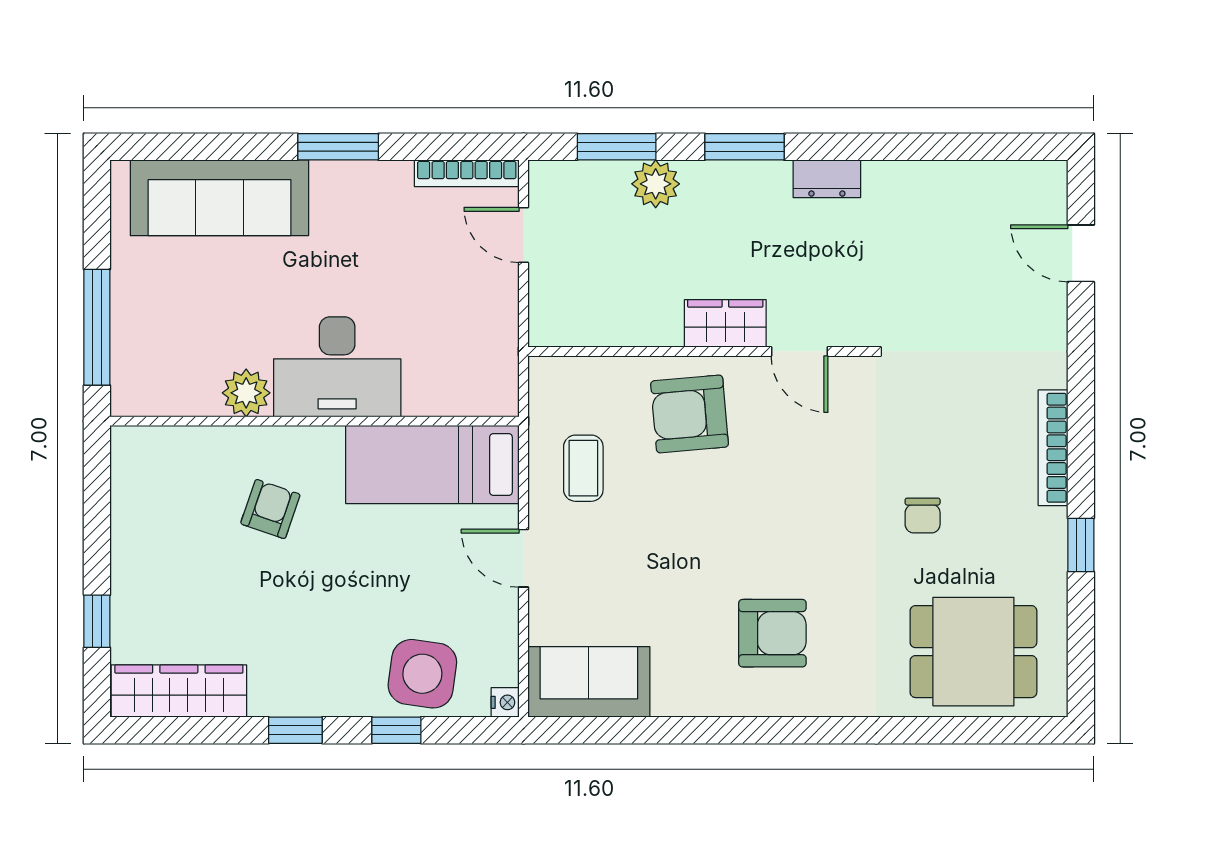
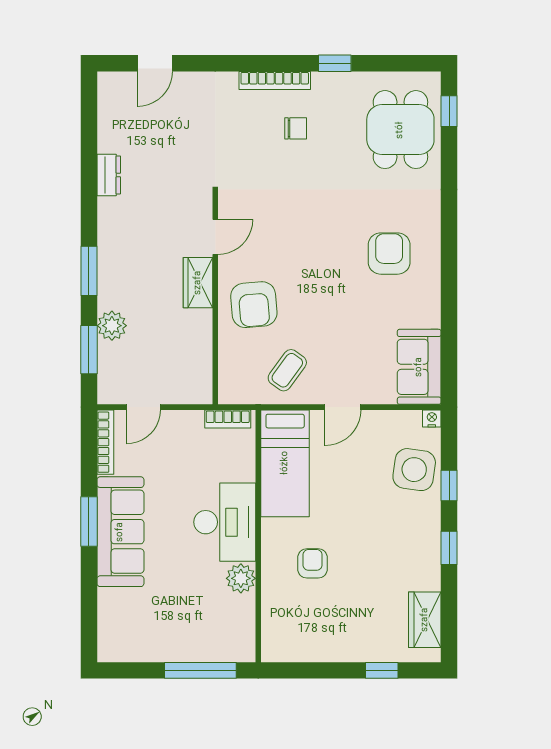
dresser: (827, 179) -> (109, 175), moved
sofa: (219, 198) -> (120, 532), moved
bookcase: (504, 372) -> (228, 419), added
coffee table: (583, 468) -> (287, 370), turned -54
armchair: (270, 509) -> (313, 563), turned 71
chair: (923, 515) -> (296, 128), moved
wardrobe: (179, 691) -> (425, 620), width x0.67
window: (1003, 730) -> (449, 111), added

